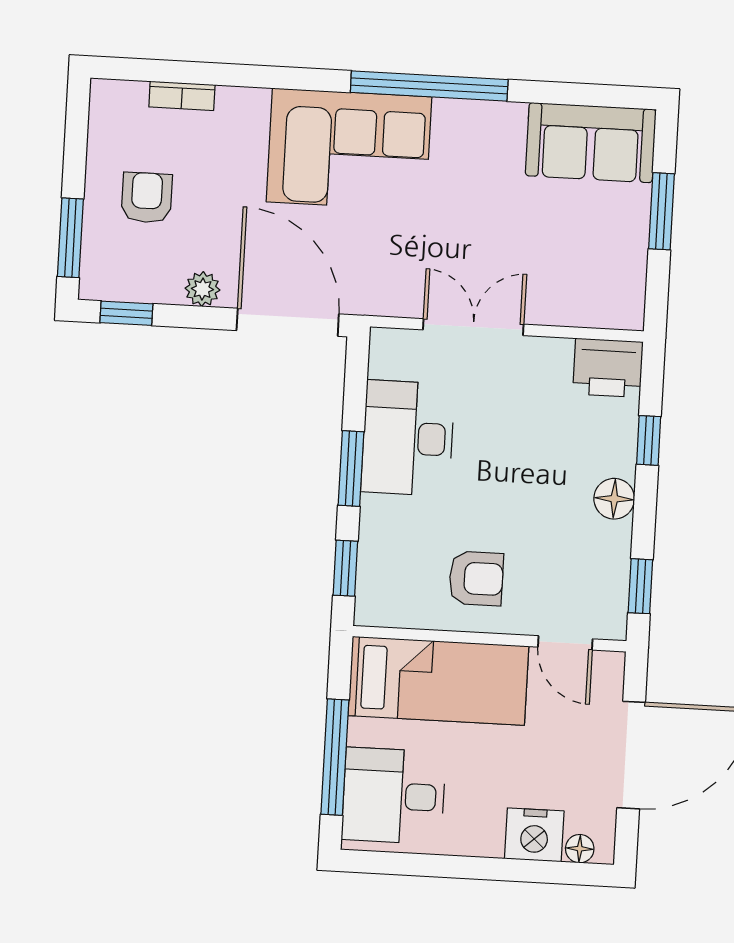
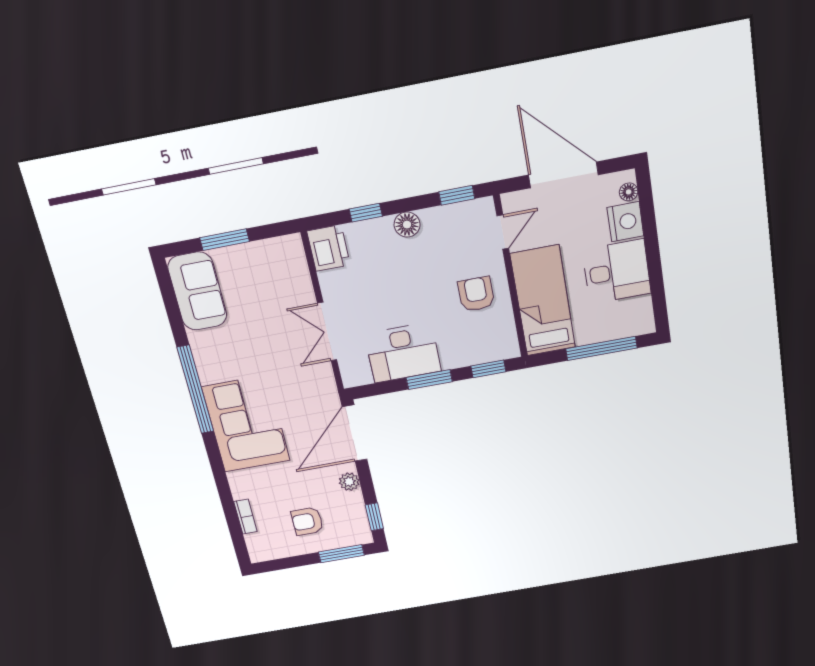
desk: (394, 796) -> (617, 272), moved, turned -90

